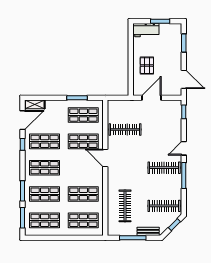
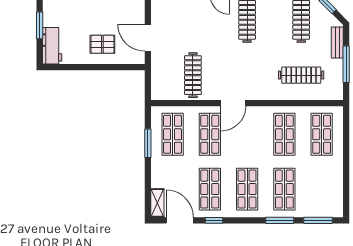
shop shelf: (45, 220) -> (322, 189), removed

